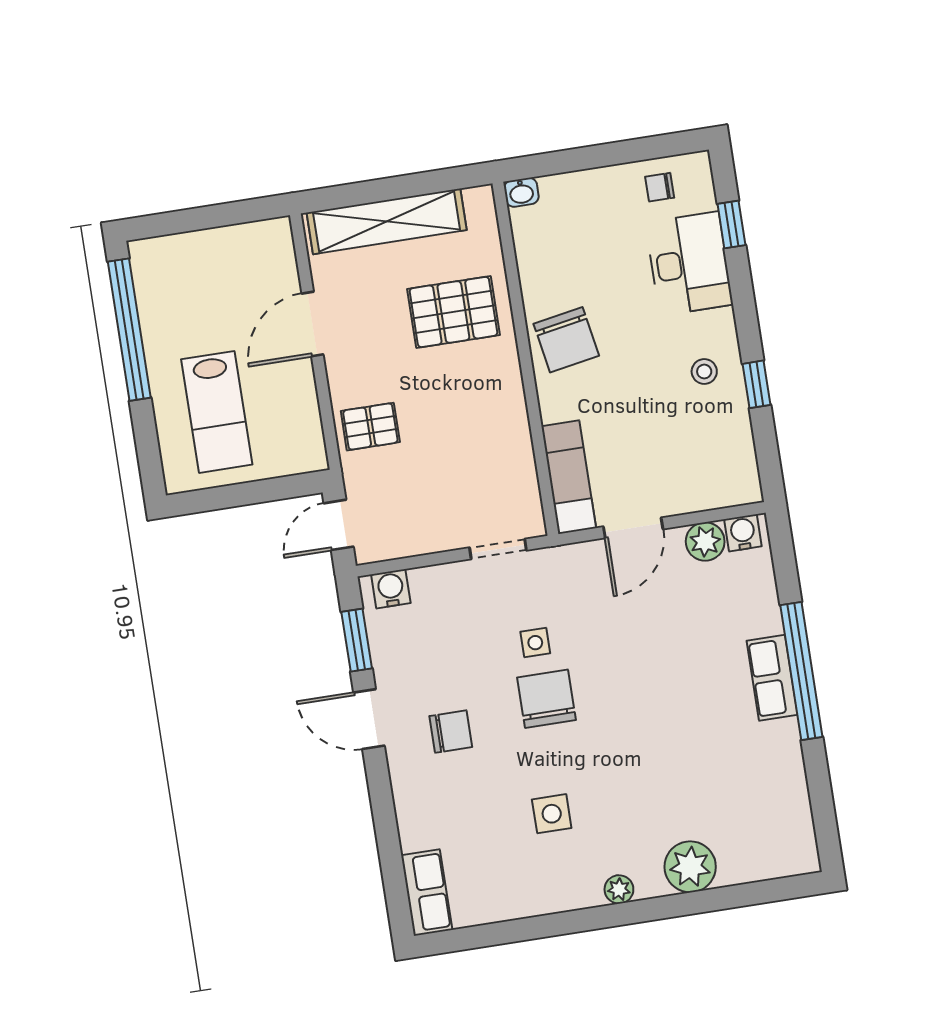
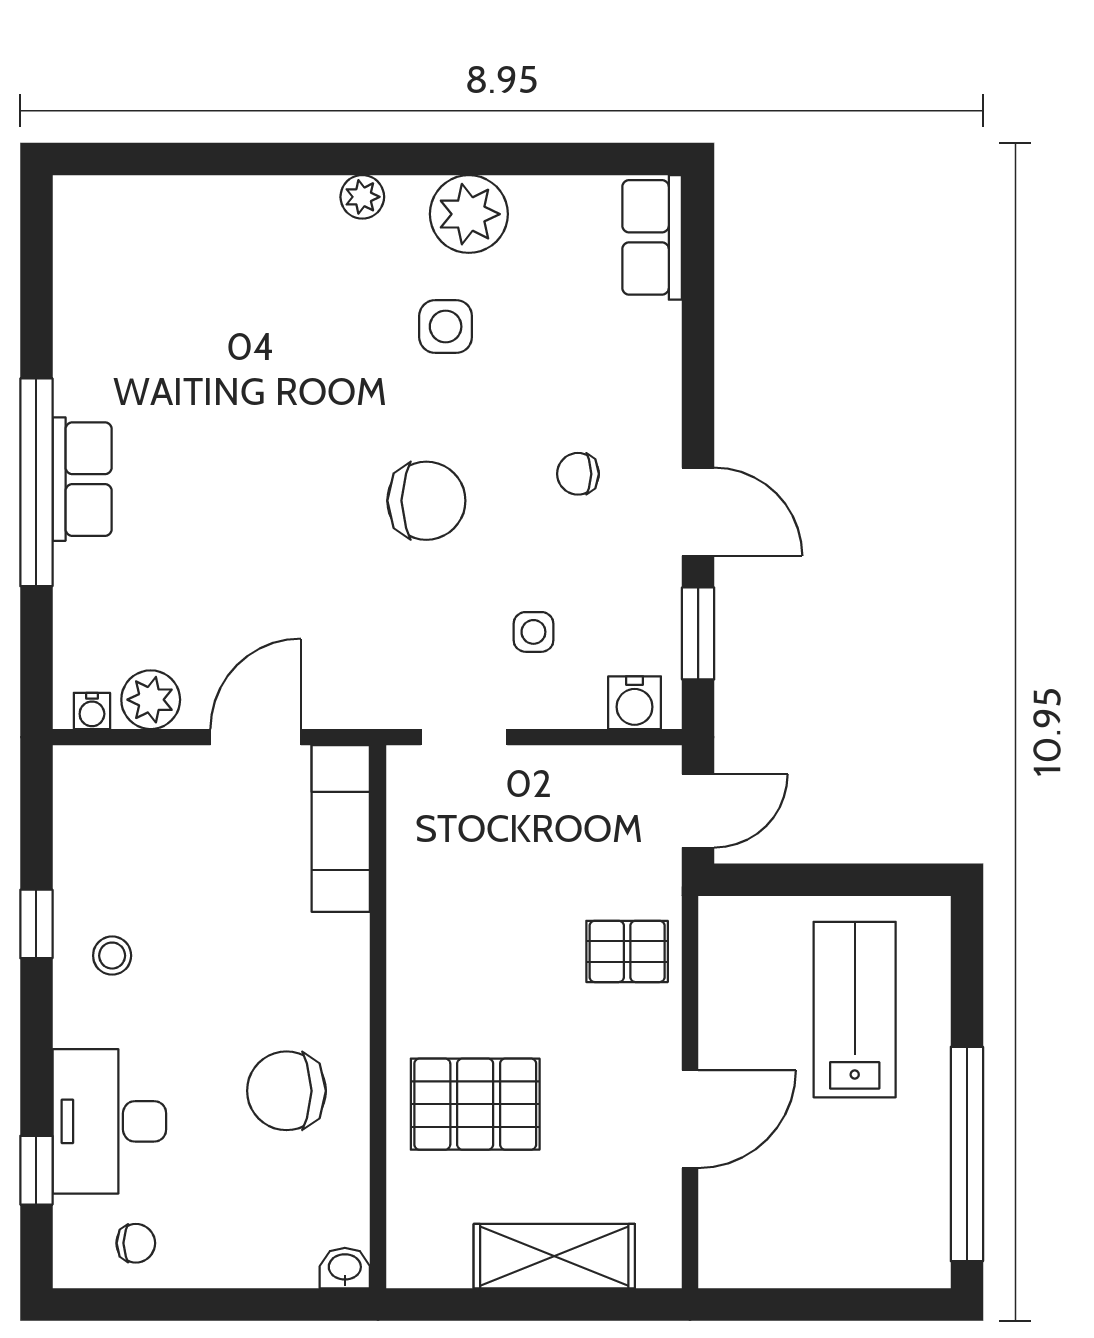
shelving: (387, 221) -> (554, 1256), width x0.68
chair: (566, 340) -> (286, 1091), moved, turned -80
water cooler: (743, 533) -> (92, 711), width x0.72, depth x0.72
side table: (535, 643) -> (533, 632), moved
chair: (546, 699) -> (426, 501), turned -90
chair: (451, 732) -> (578, 474), width x0.73, depth x0.73
plant: (690, 867) -> (469, 214), moved

